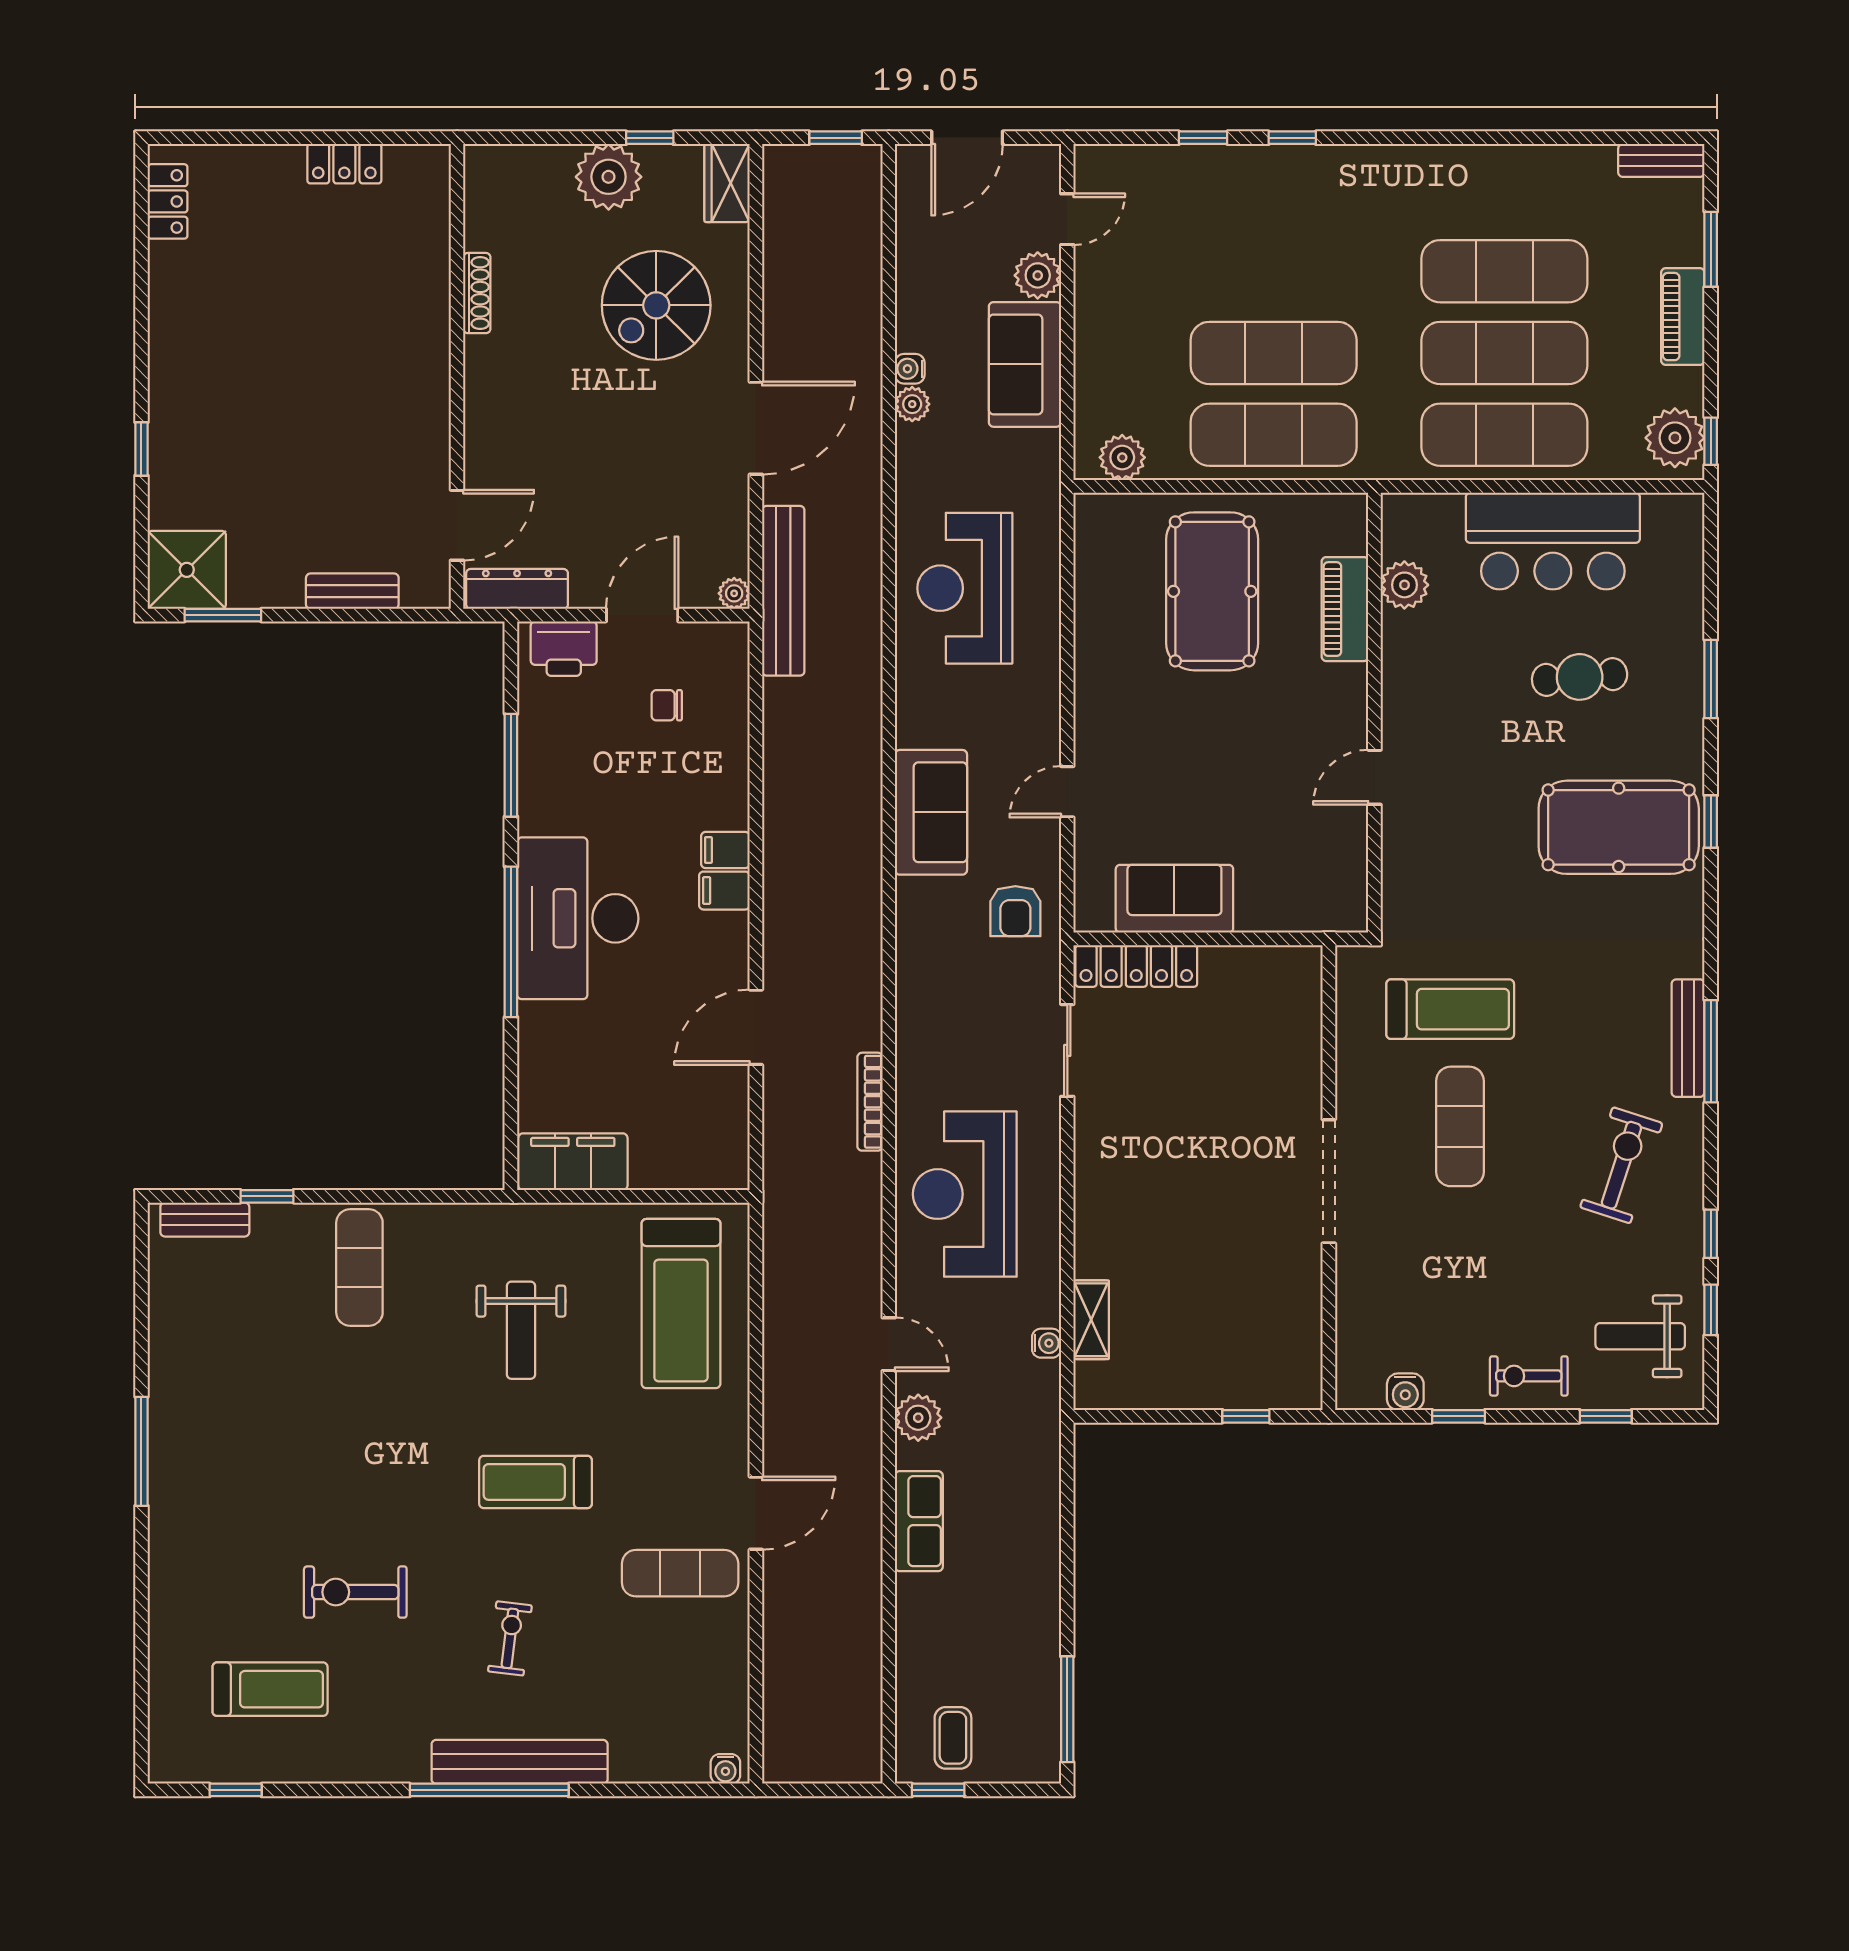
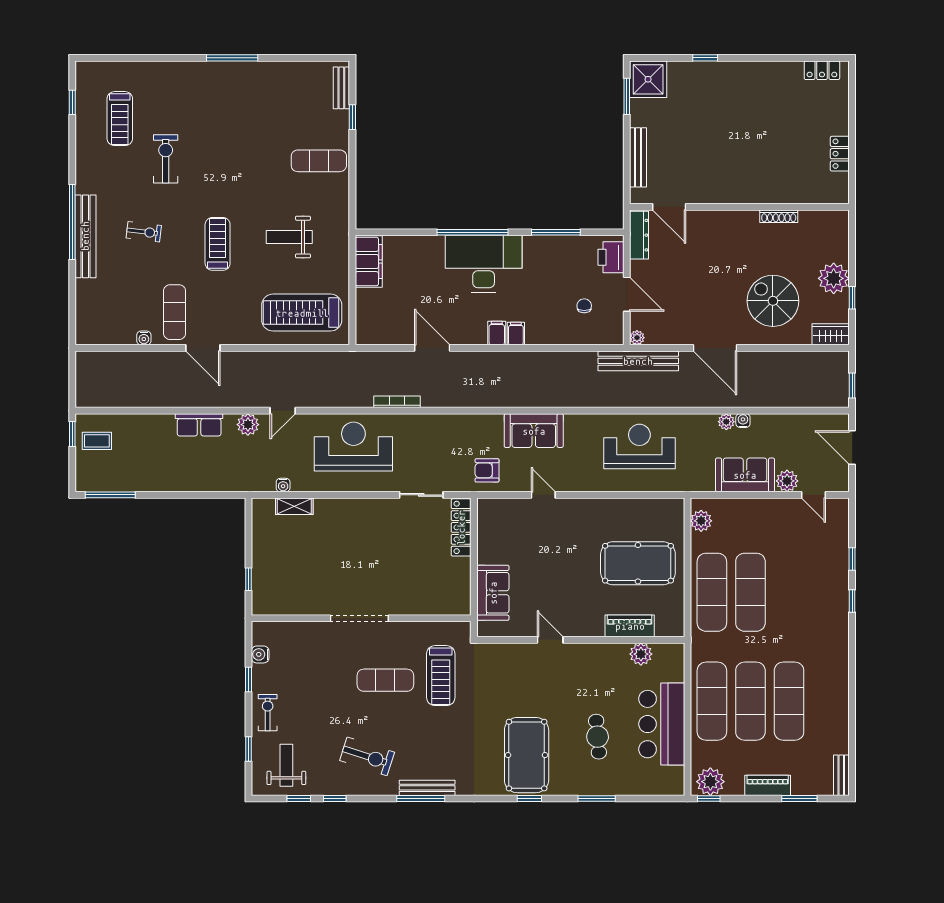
bench: (352, 591) -> (638, 157), width x1.36
sofa: (1174, 899) -> (493, 593), moved
water cooler: (725, 1769) -> (144, 338), moved, turned -90

